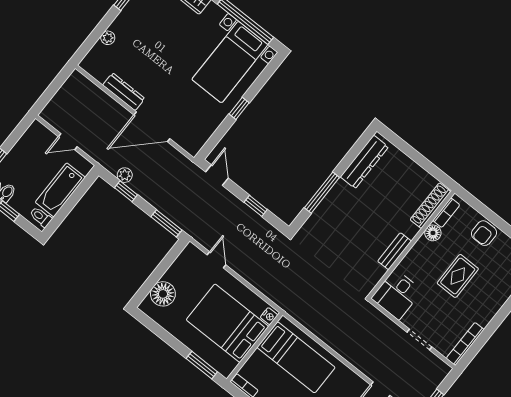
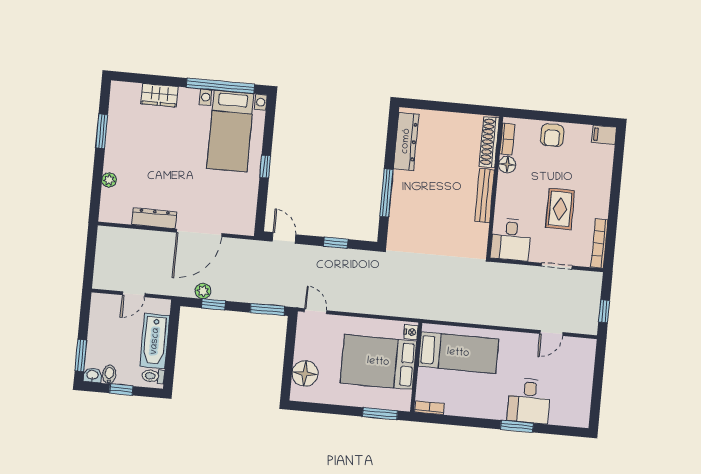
bench: (395, 251) -> (485, 196), width x1.36
door: (217, 260) -> (316, 311), moved
rug: (458, 276) -> (560, 209), moved

